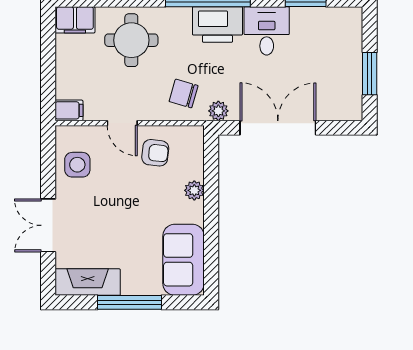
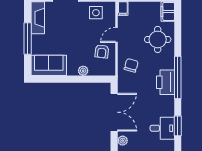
desk: (267, 31) -> (162, 128), moved
plant: (218, 111) -> (123, 141), moved

